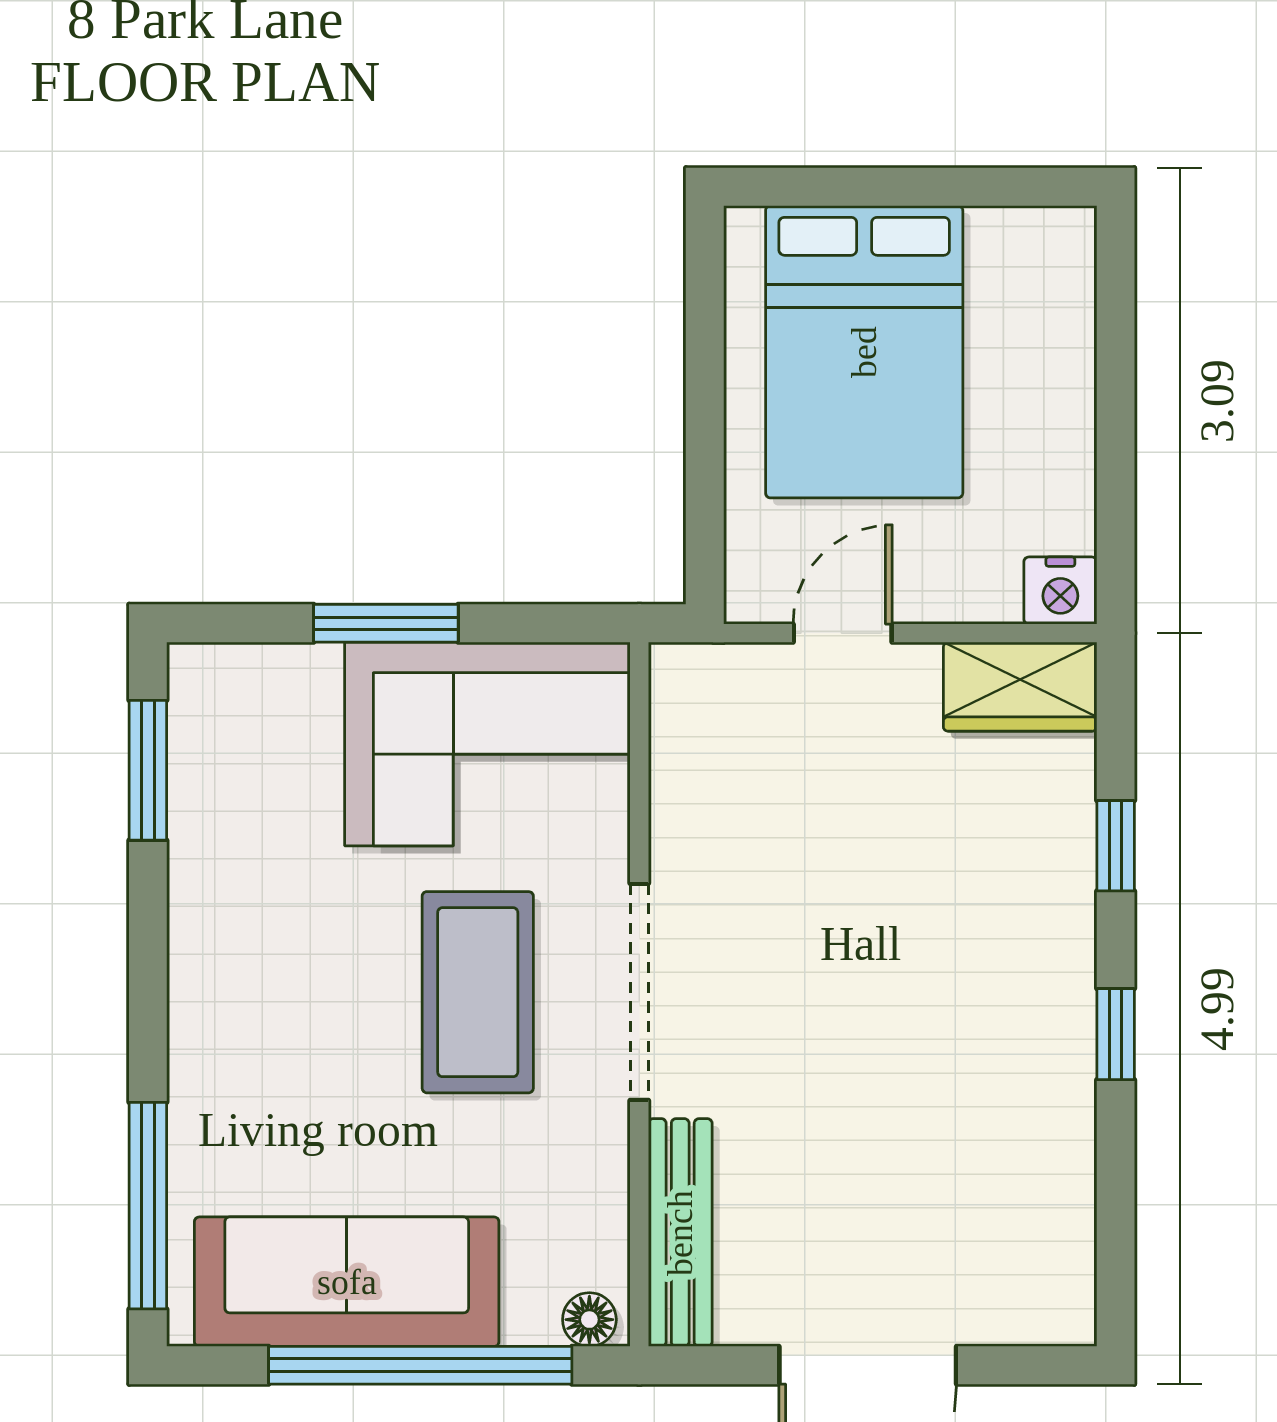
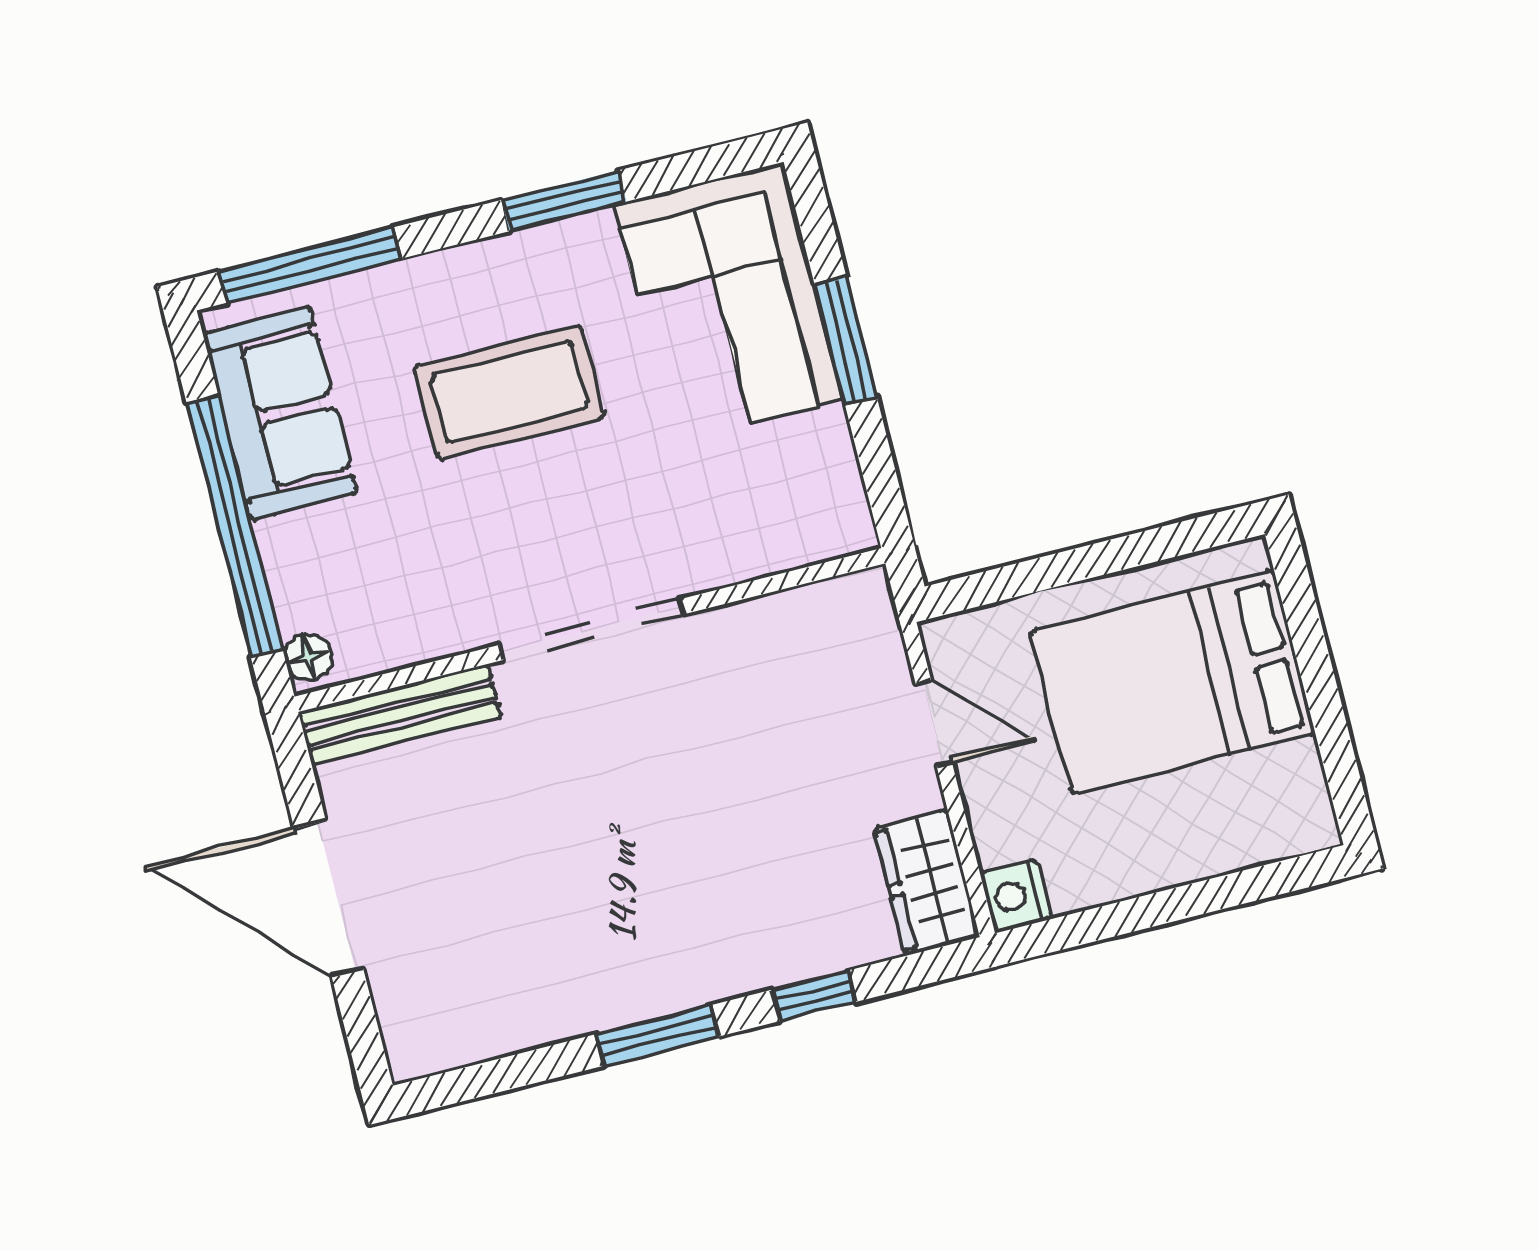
corner sofa: (487, 744) -> (729, 302), moved
window: (148, 770) -> (564, 201), moved
coffee table: (478, 992) -> (509, 392), moved
window: (1116, 1034) -> (657, 1035), width x1.50
sofa: (347, 1282) -> (280, 413), width x0.73

